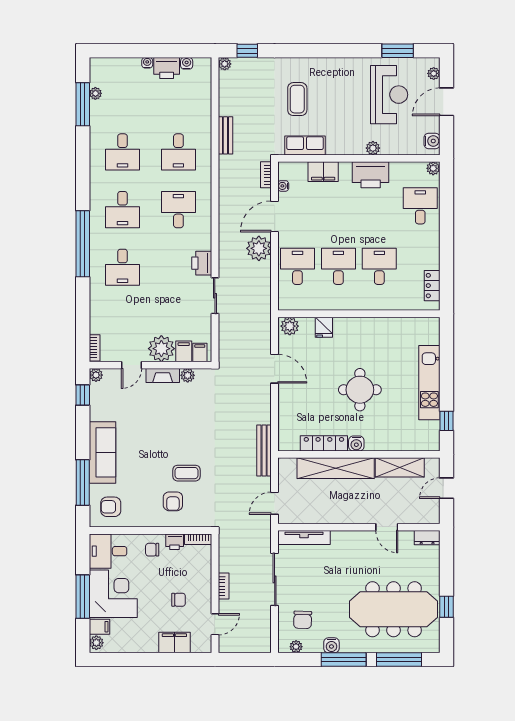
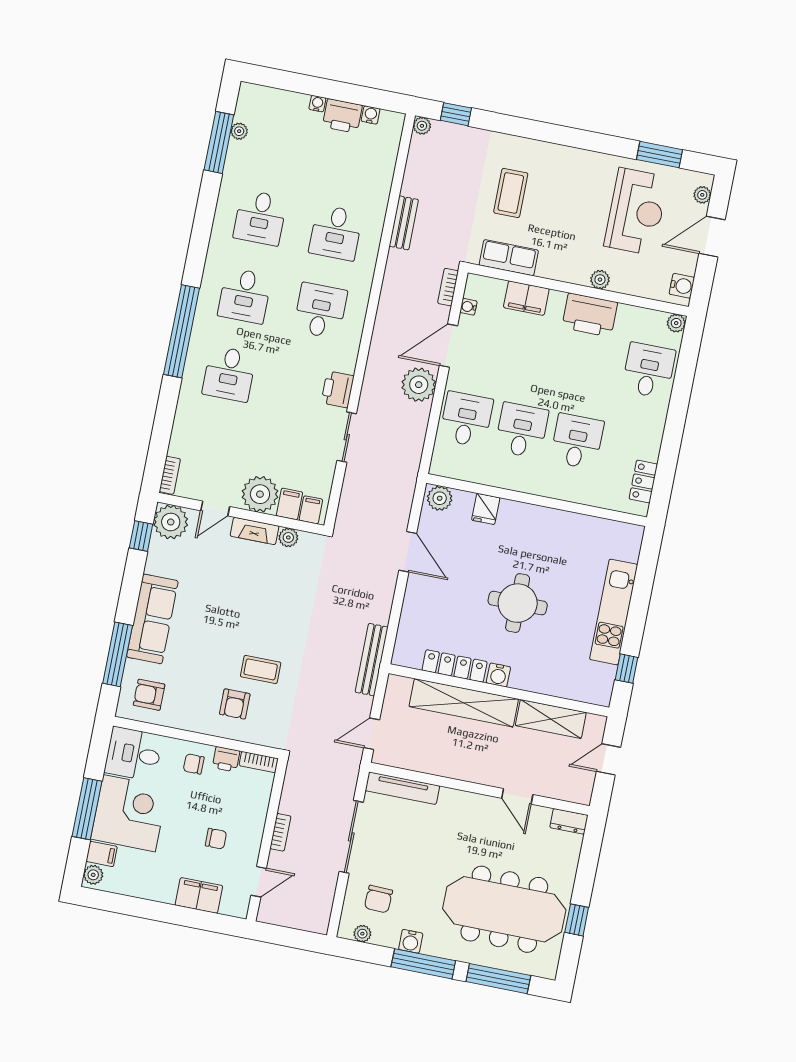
plant: (96, 375) -> (171, 522), width x1.88, depth x1.88

